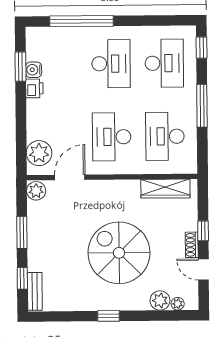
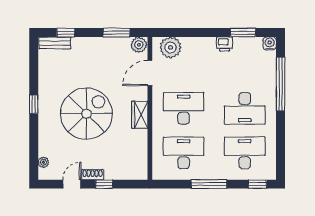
desk: (164, 63) -> (245, 153), turned 180
water cooler: (34, 70) -> (270, 44), moved
door: (70, 177) -> (150, 73), swing flipped
wardrobe: (165, 189) -> (140, 115), moved, width x0.67
window: (22, 232) -> (116, 33), moved
plant: (160, 301) -> (46, 148), removed

